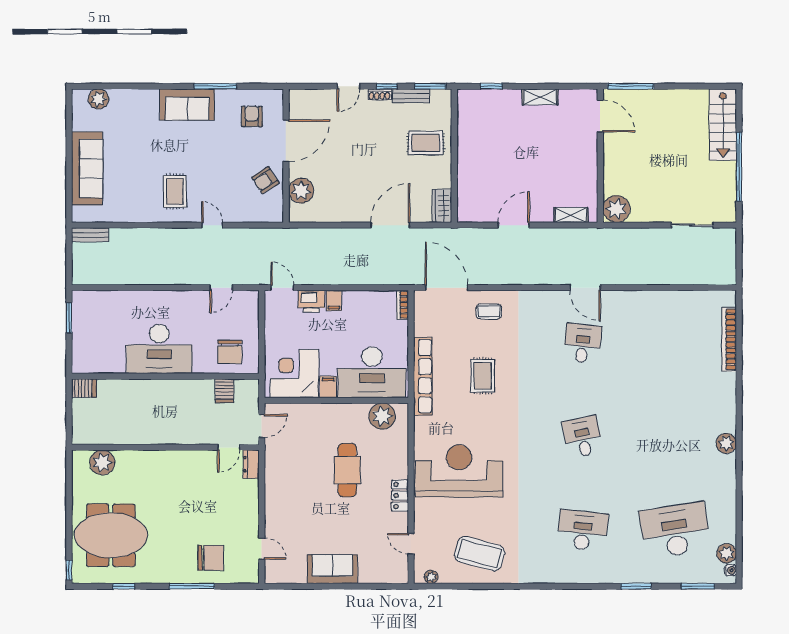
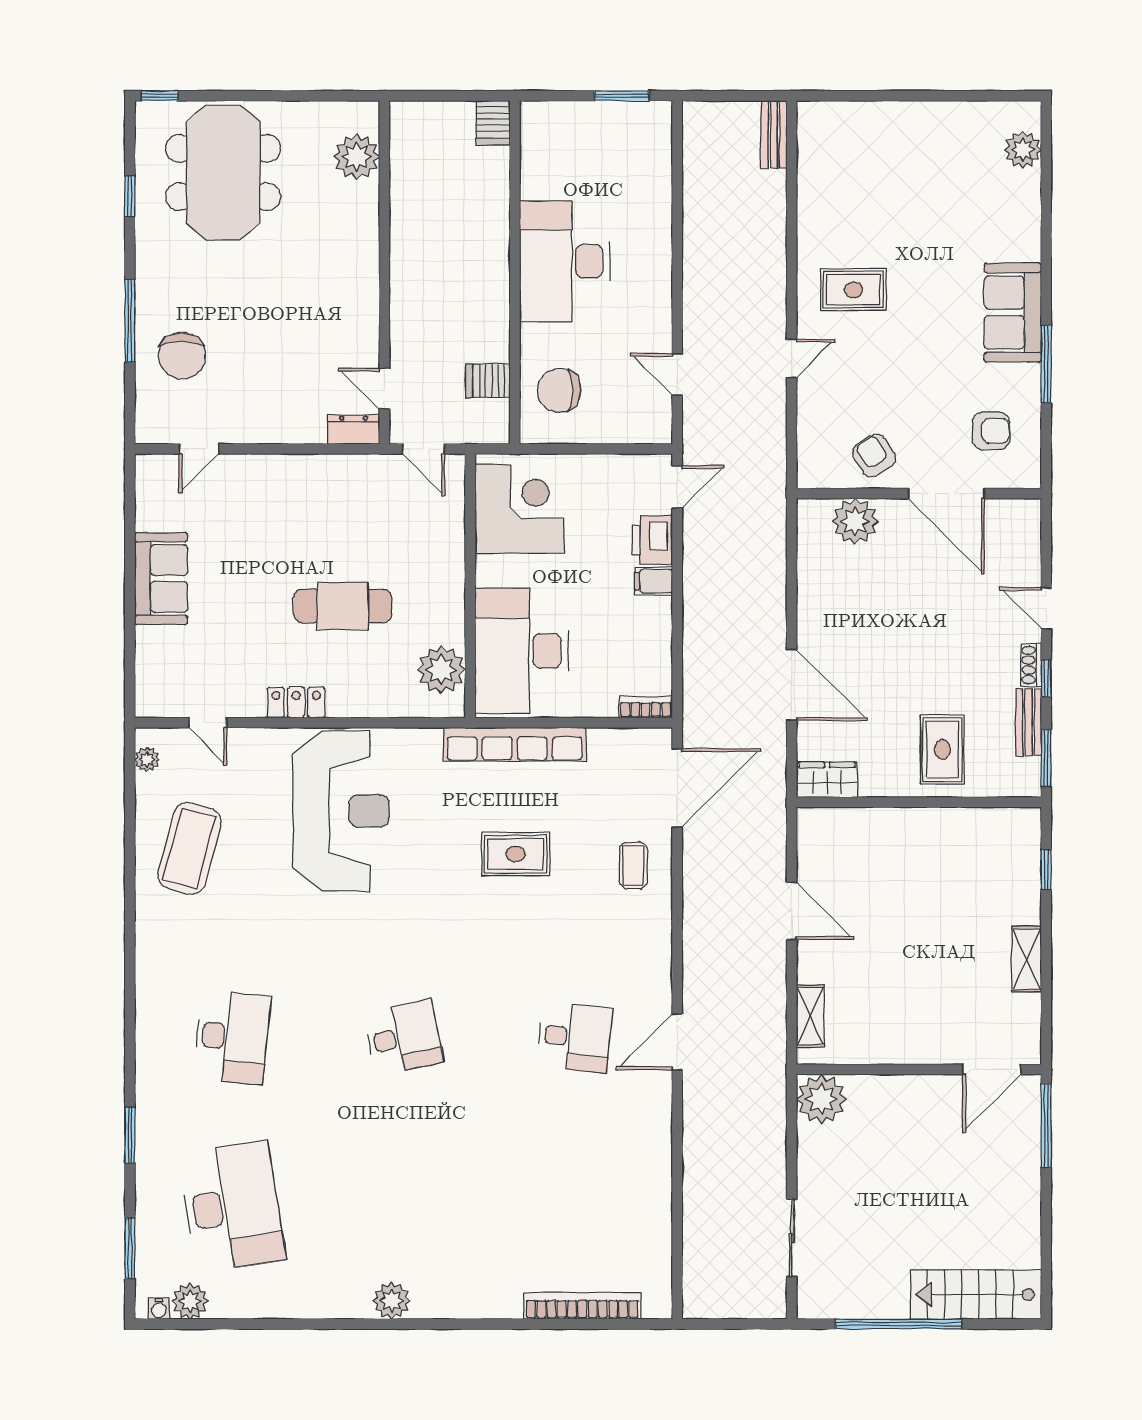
sofa: (87, 169) -> (895, 129), removed
filing cabinet: (328, 387) -> (495, 571), removed
door: (411, 544) -> (208, 723), swing flipped

